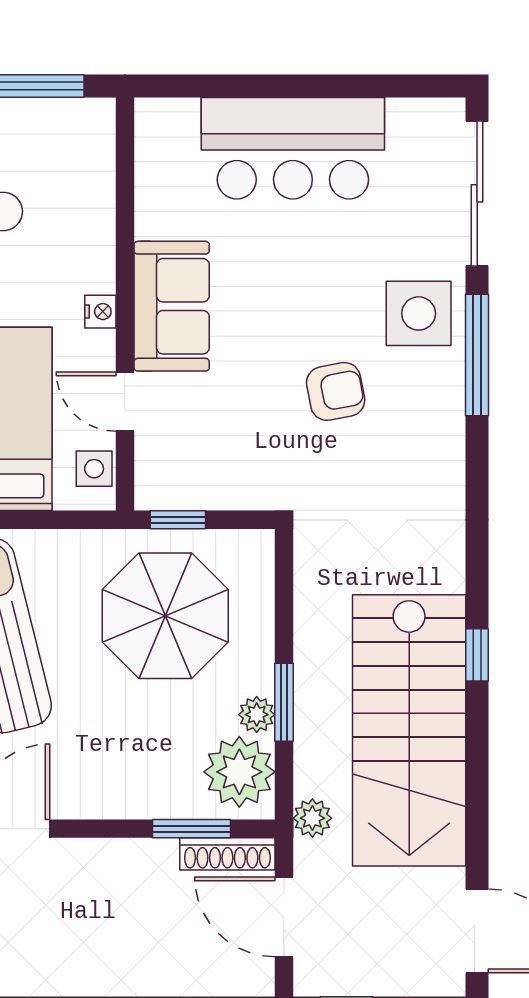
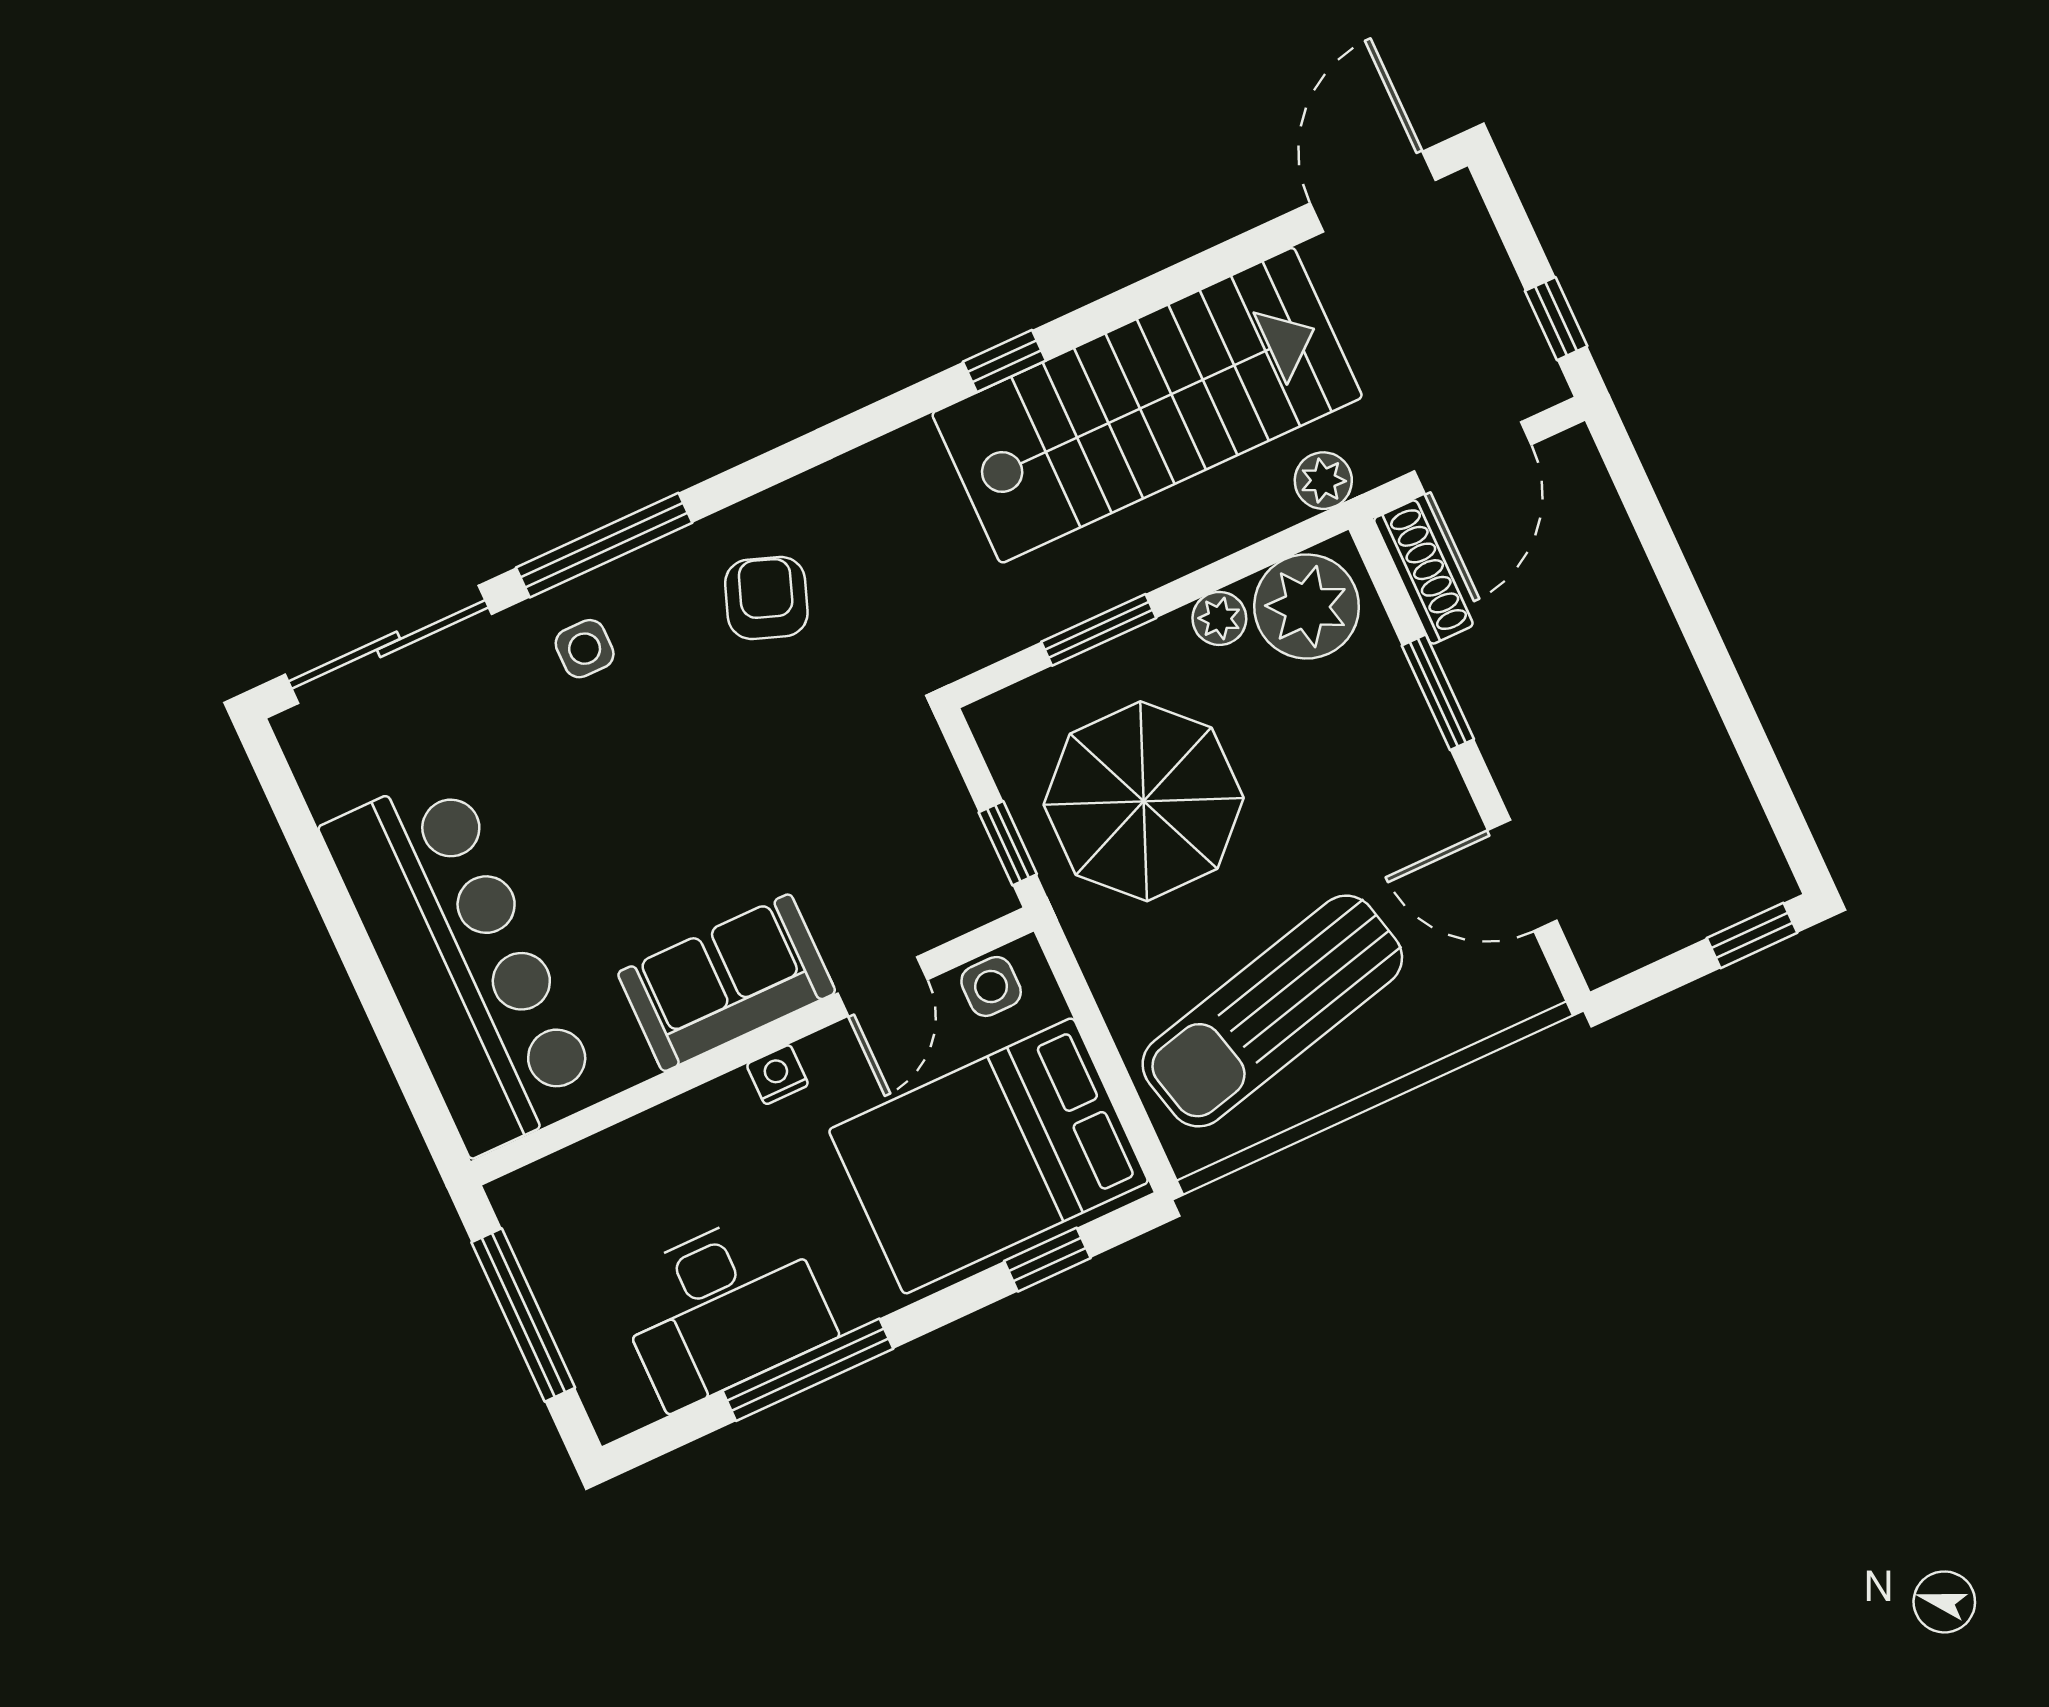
bar counter: (293, 148) -> (462, 962), width x1.36
side table: (419, 313) -> (585, 649), width x0.54, depth x0.54
armchair: (336, 391) -> (766, 598), moved, turned 31
window: (284, 702) -> (1099, 630), moved
window: (192, 829) -> (1438, 692), moved

